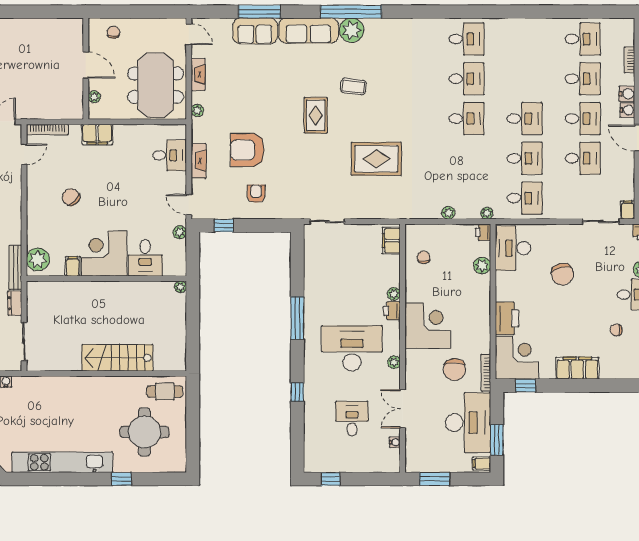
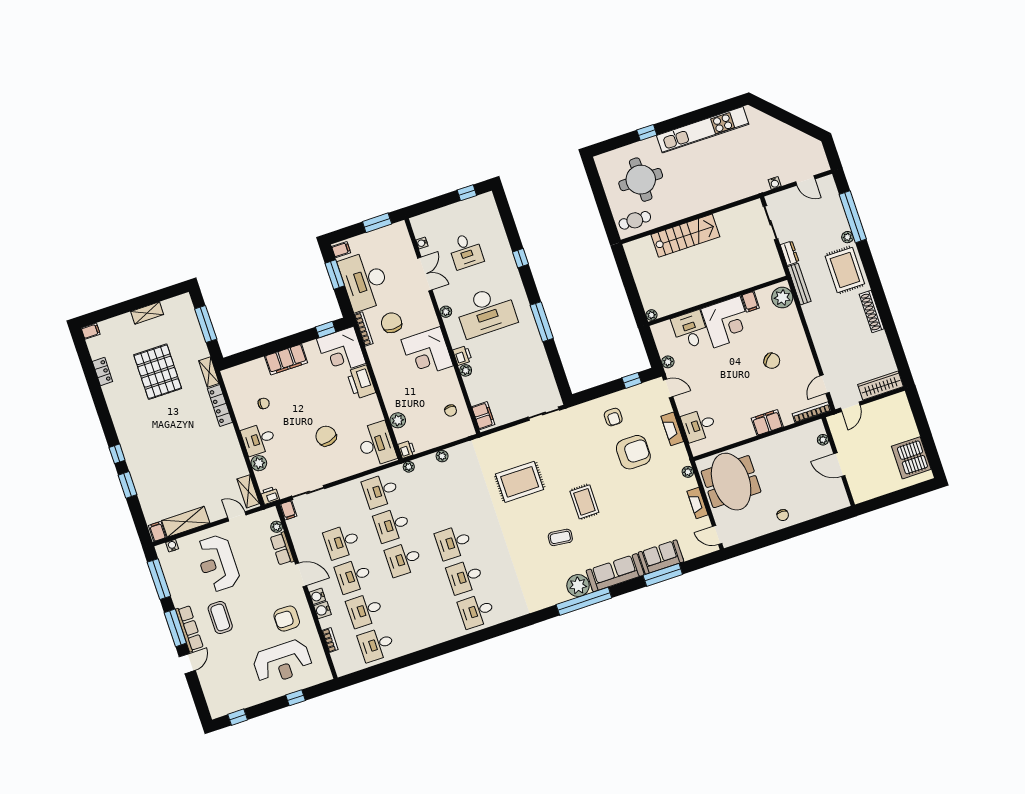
door: (86, 65) -> (839, 465), moved
wall: (86, 69) -> (838, 462), moved
plant: (94, 97) -> (823, 440), moved

